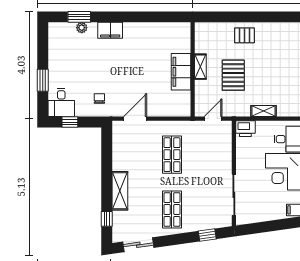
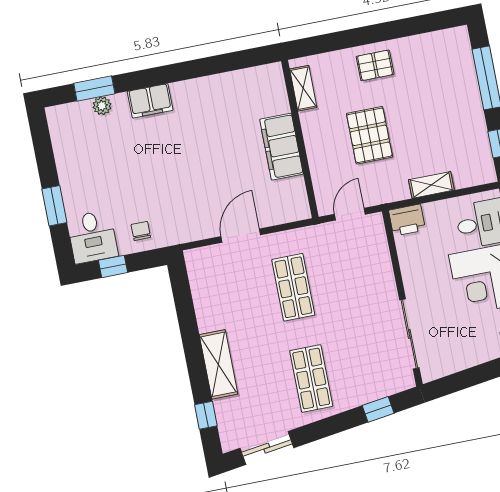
shelving: (200, 67) -> (303, 88), moved
chair: (99, 98) -> (141, 231), moved
door: (135, 119) -> (241, 236), moved

